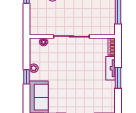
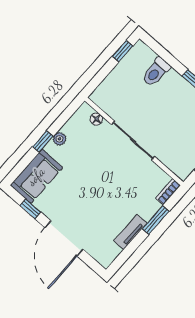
tv unit: (111, 68) -> (130, 232), moved
window: (118, 78) -> (156, 220), moved

